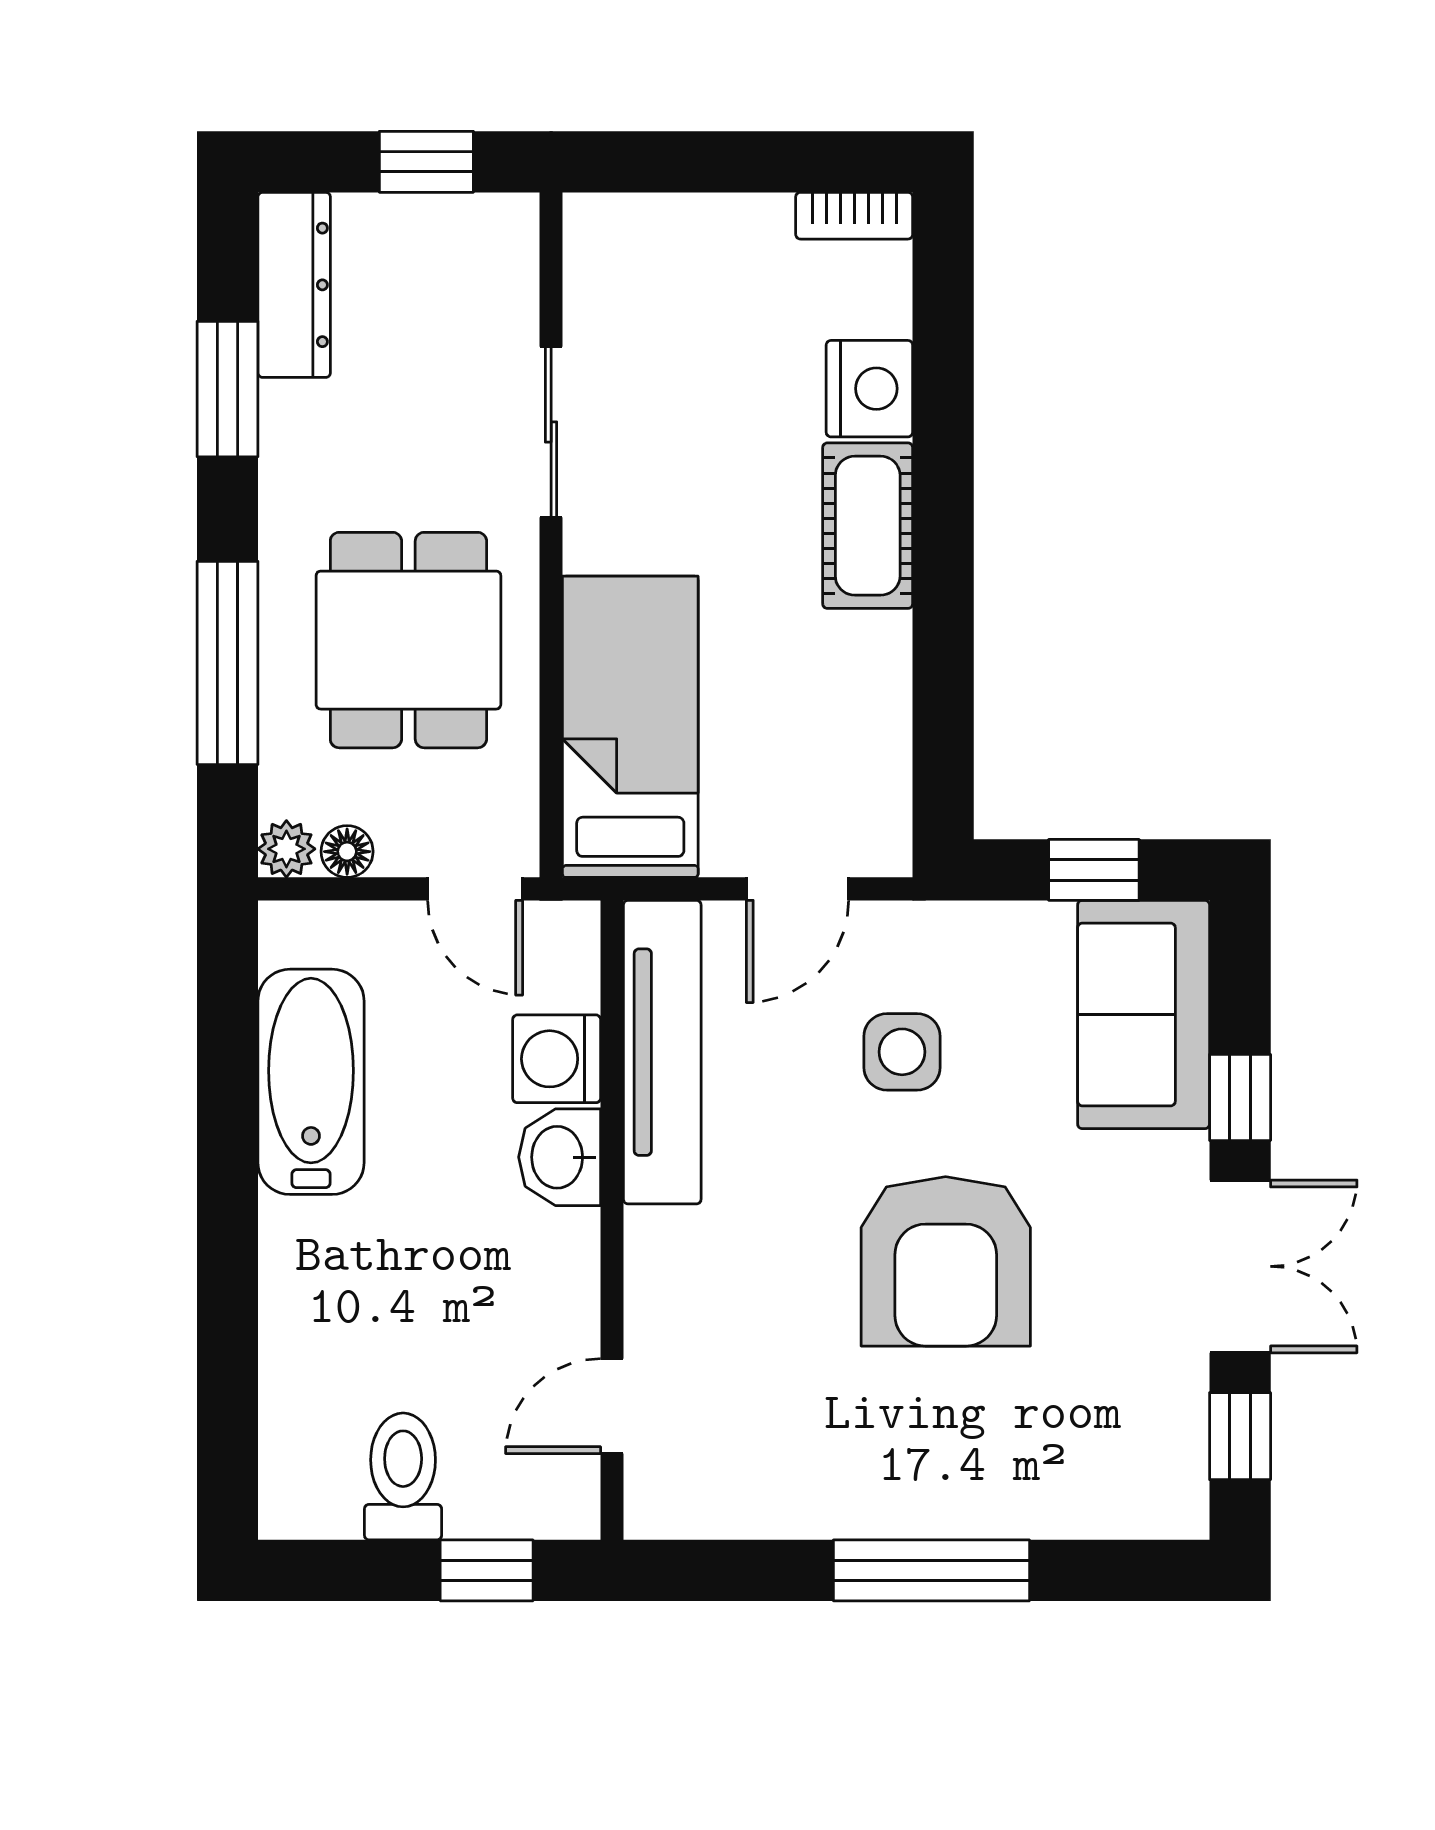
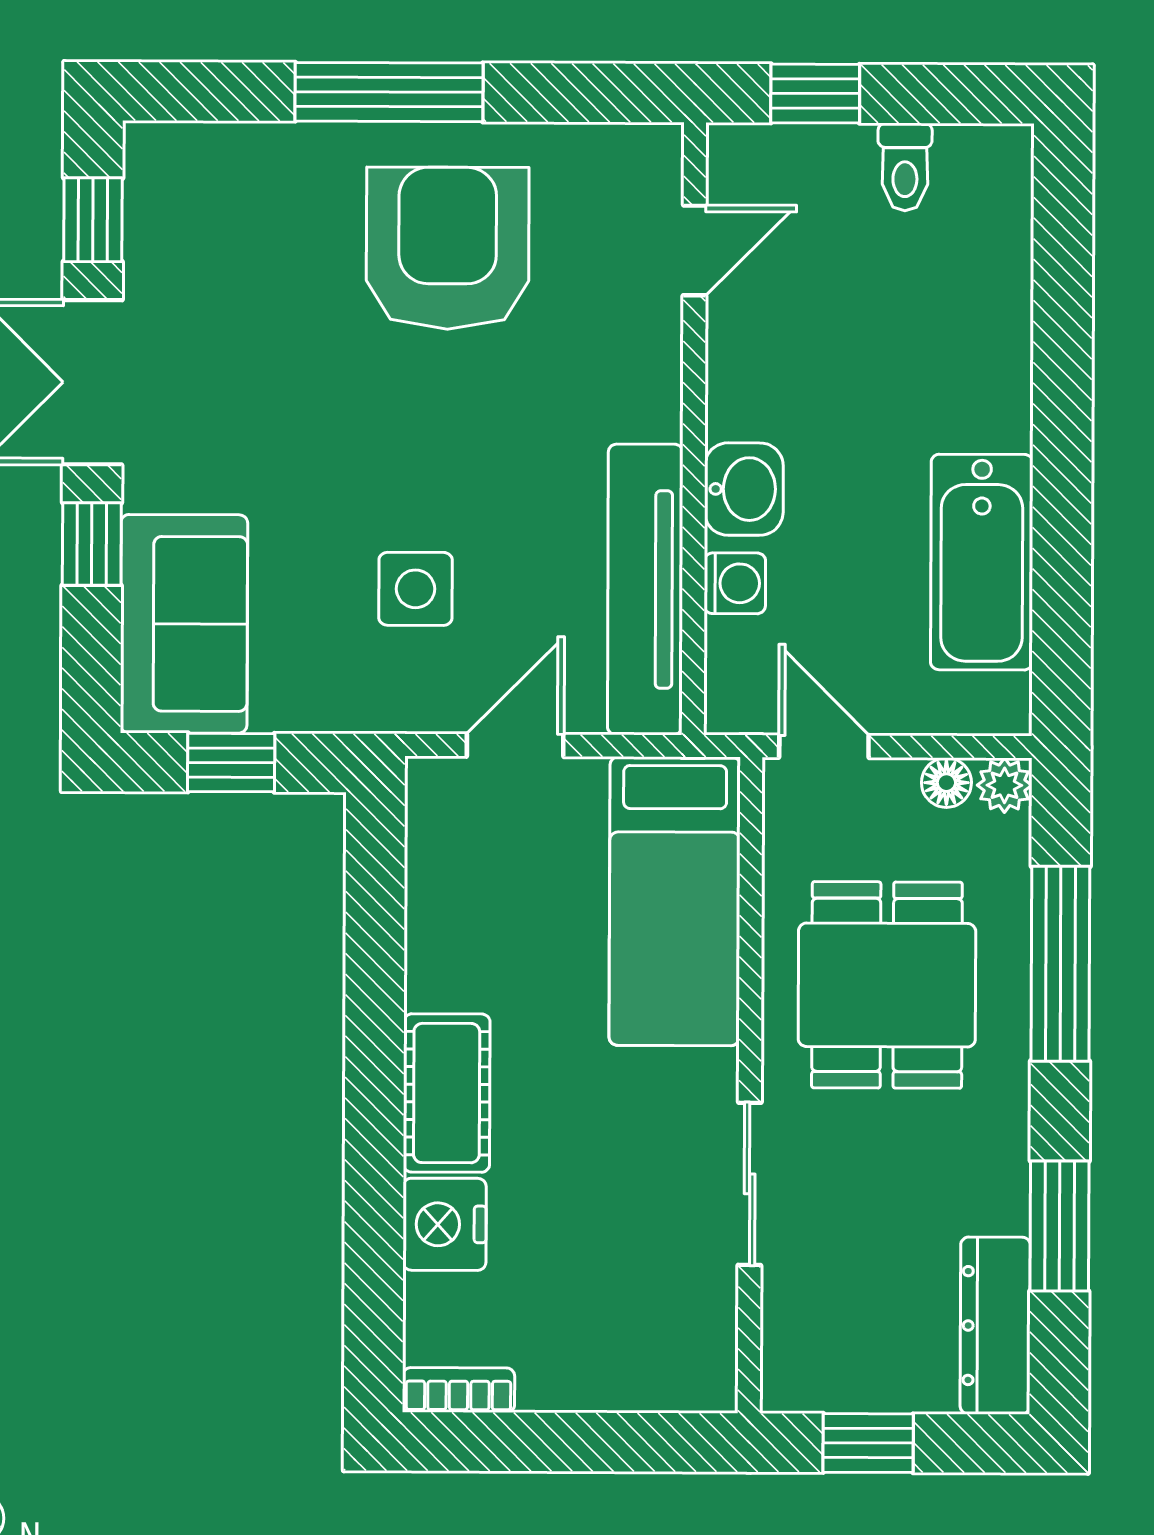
washing machine: (557, 1059) -> (735, 583), width x0.73, depth x0.73
armchair: (946, 1261) -> (448, 248), moved
toilet: (403, 1476) -> (905, 167), width x0.73, depth x0.72

